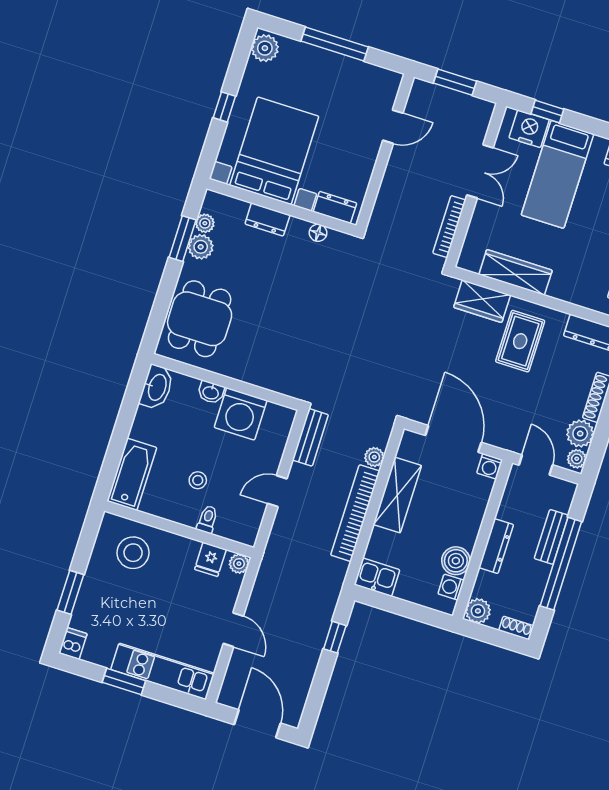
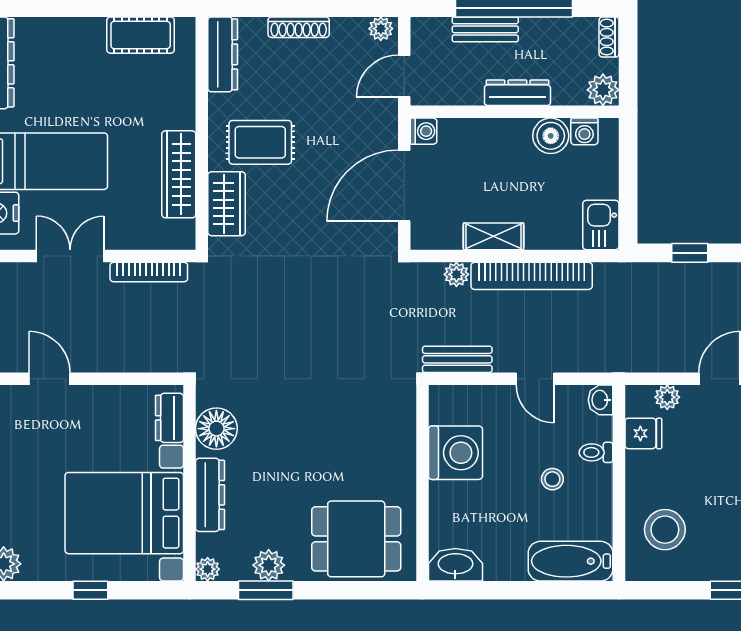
dresser: (267, 219) -> (210, 495), width x1.44
plant: (205, 223) -> (208, 569), moved
floor lamp: (318, 233) -> (216, 429), width x1.89, depth x1.89
washbasin: (211, 392) -> (601, 400), moved, turned 180
plant: (580, 434) -> (349, 34), removed
shelving: (397, 495) -> (494, 236), width x0.67, depth x0.75
plant: (239, 564) -> (667, 397), moved

